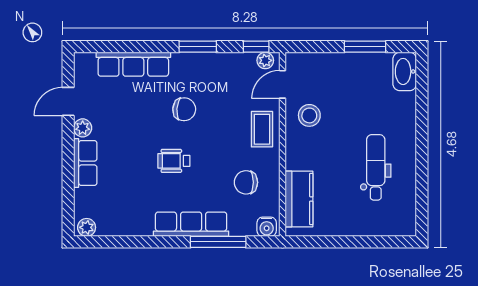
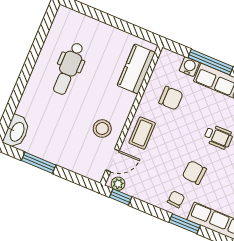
window: (198, 47) -> (185, 224), moved
chair: (192, 70) -> (176, 199), added
water cooler: (267, 227) -> (189, 67), moved

